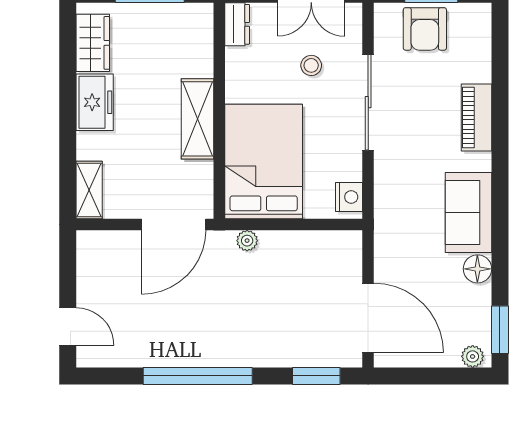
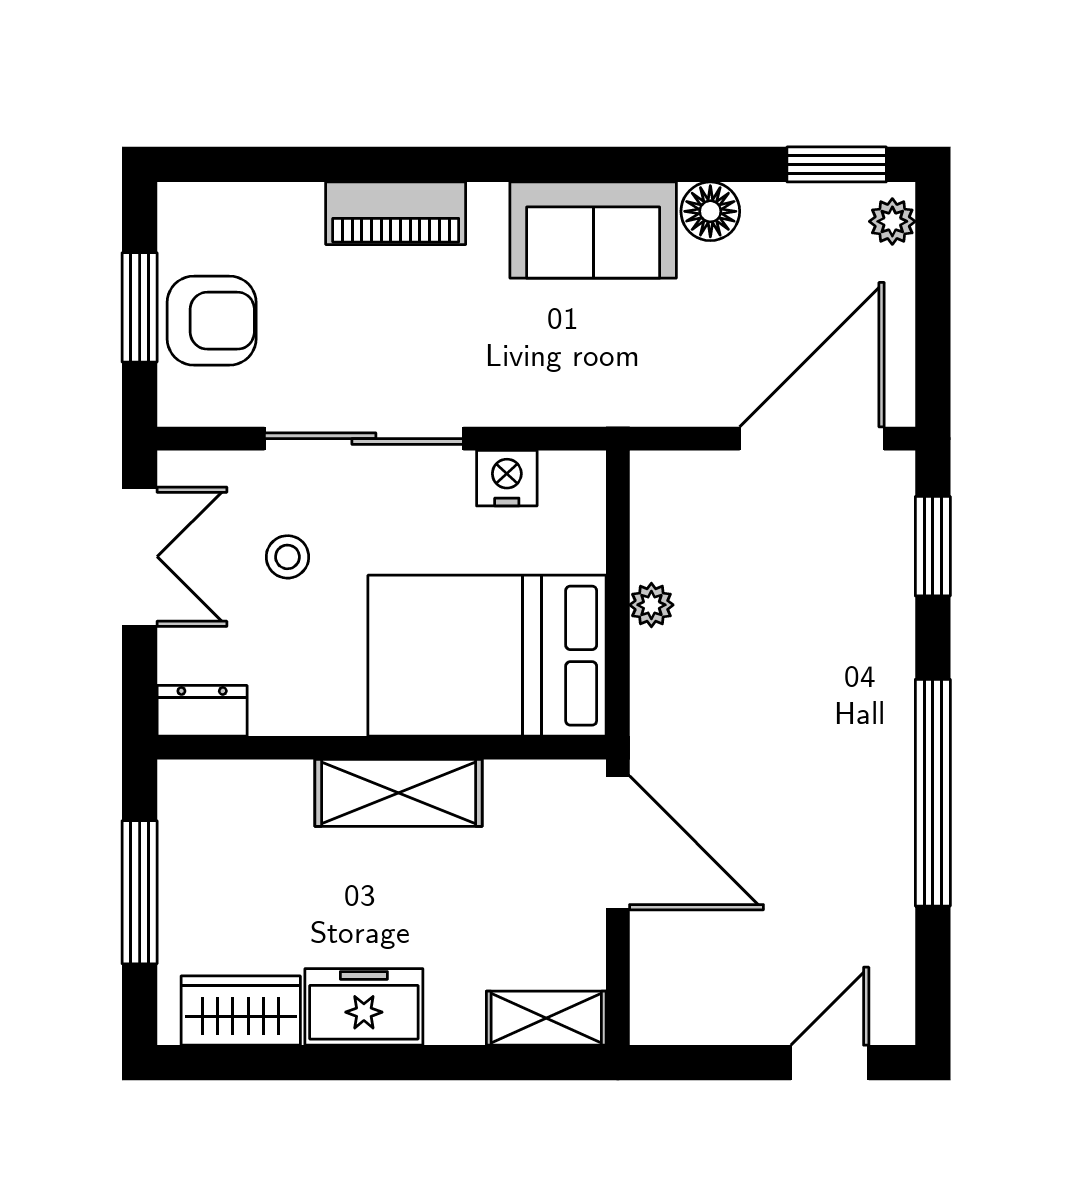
nightstand: (349, 197) -> (507, 478), moved
plant: (247, 241) -> (651, 605), moved

